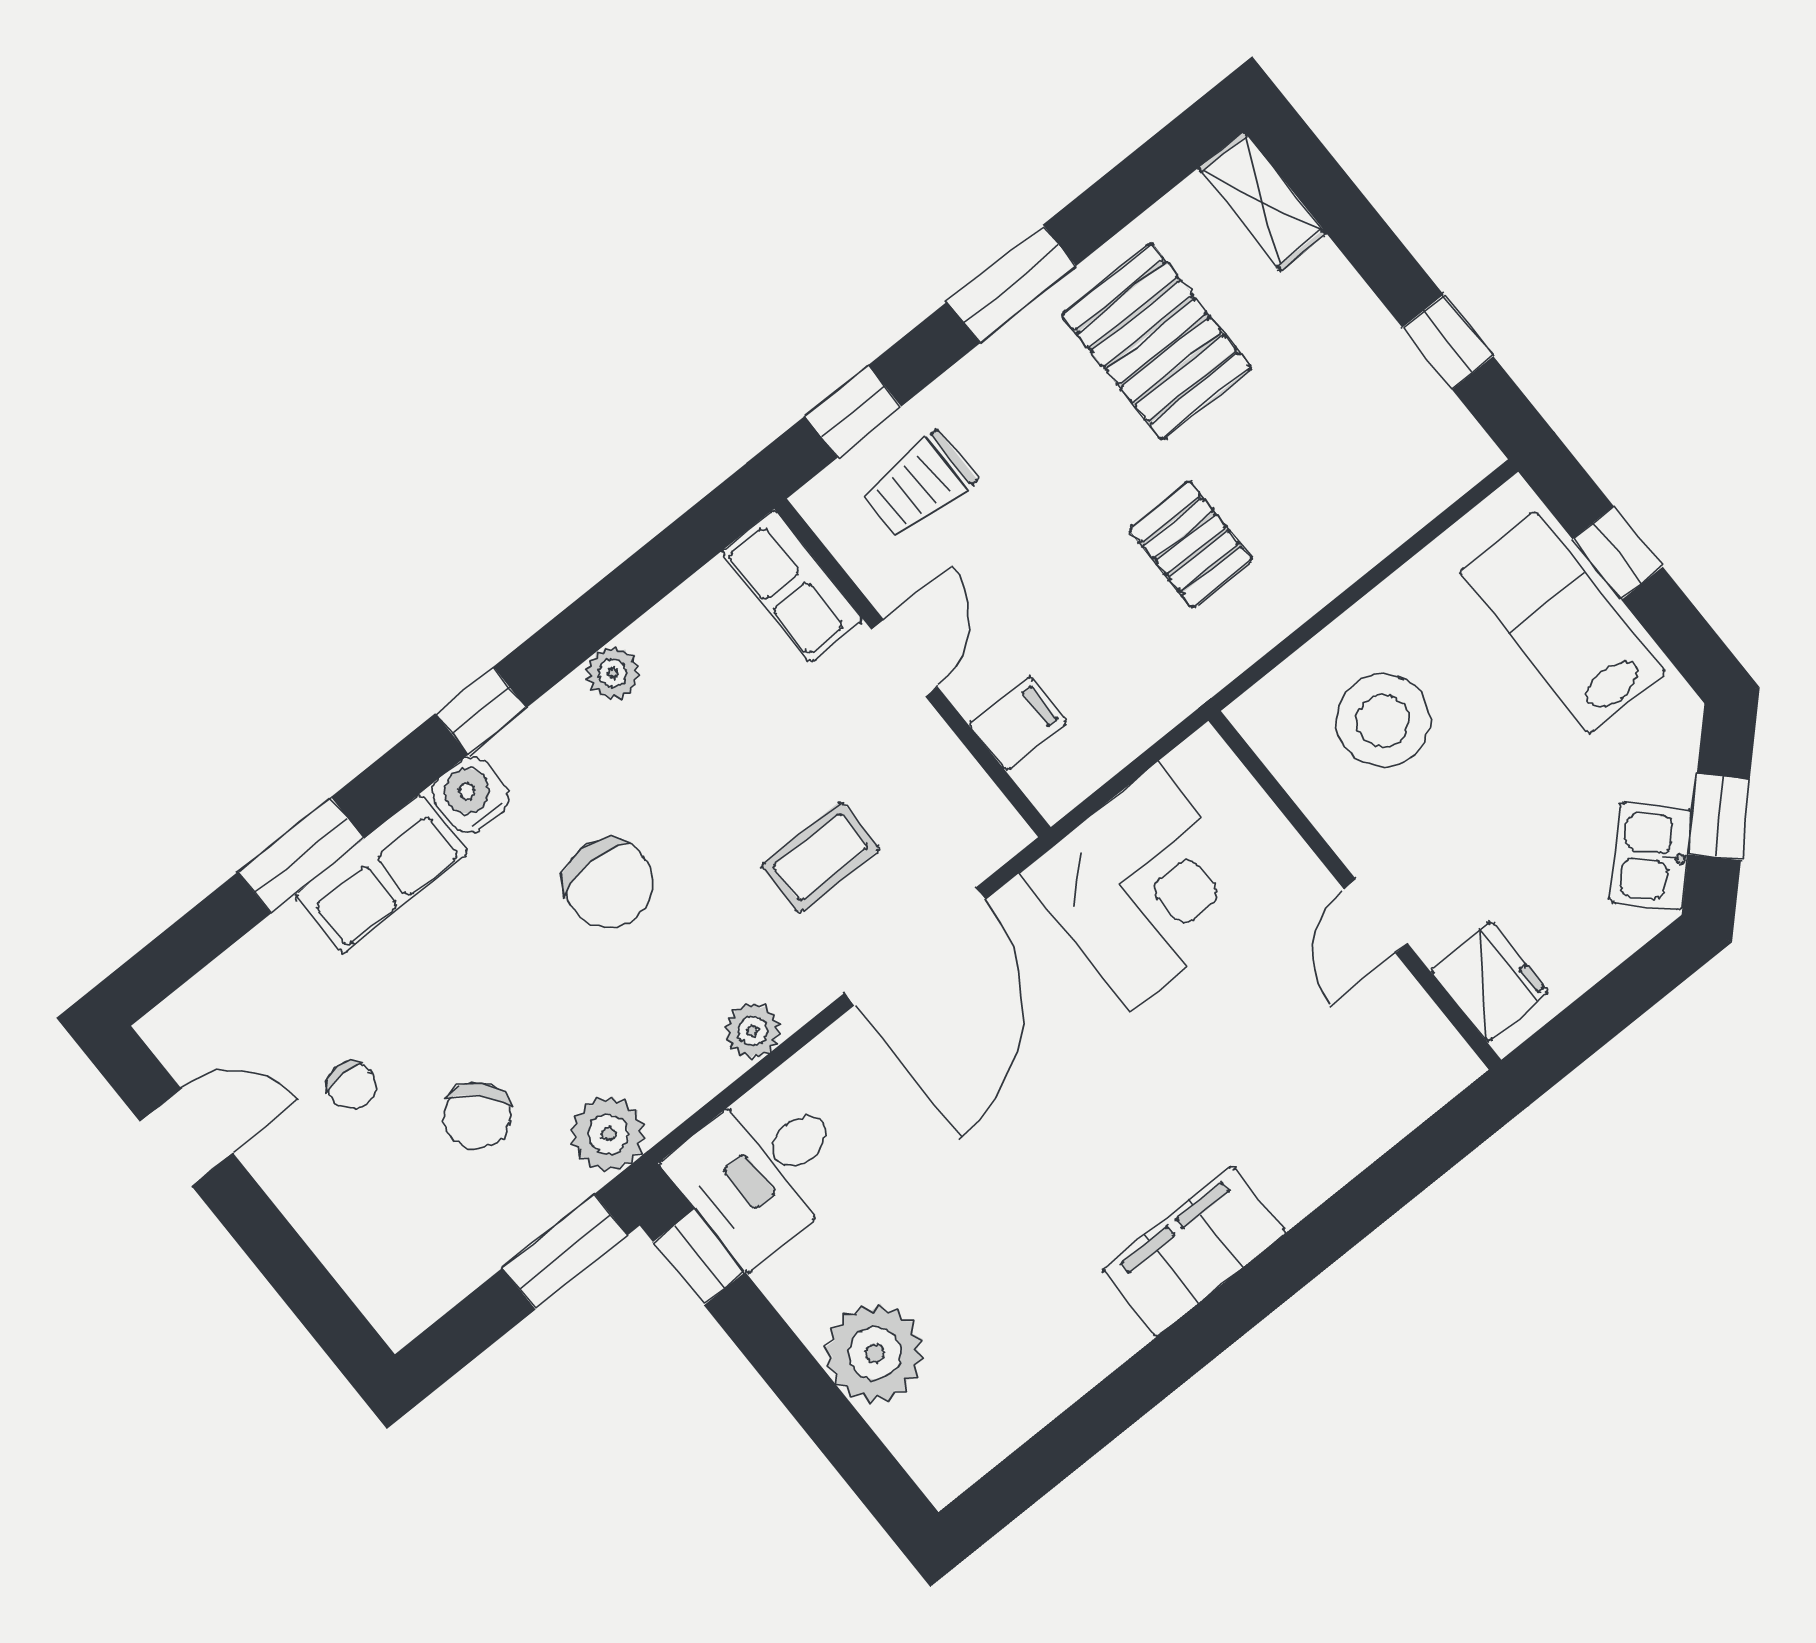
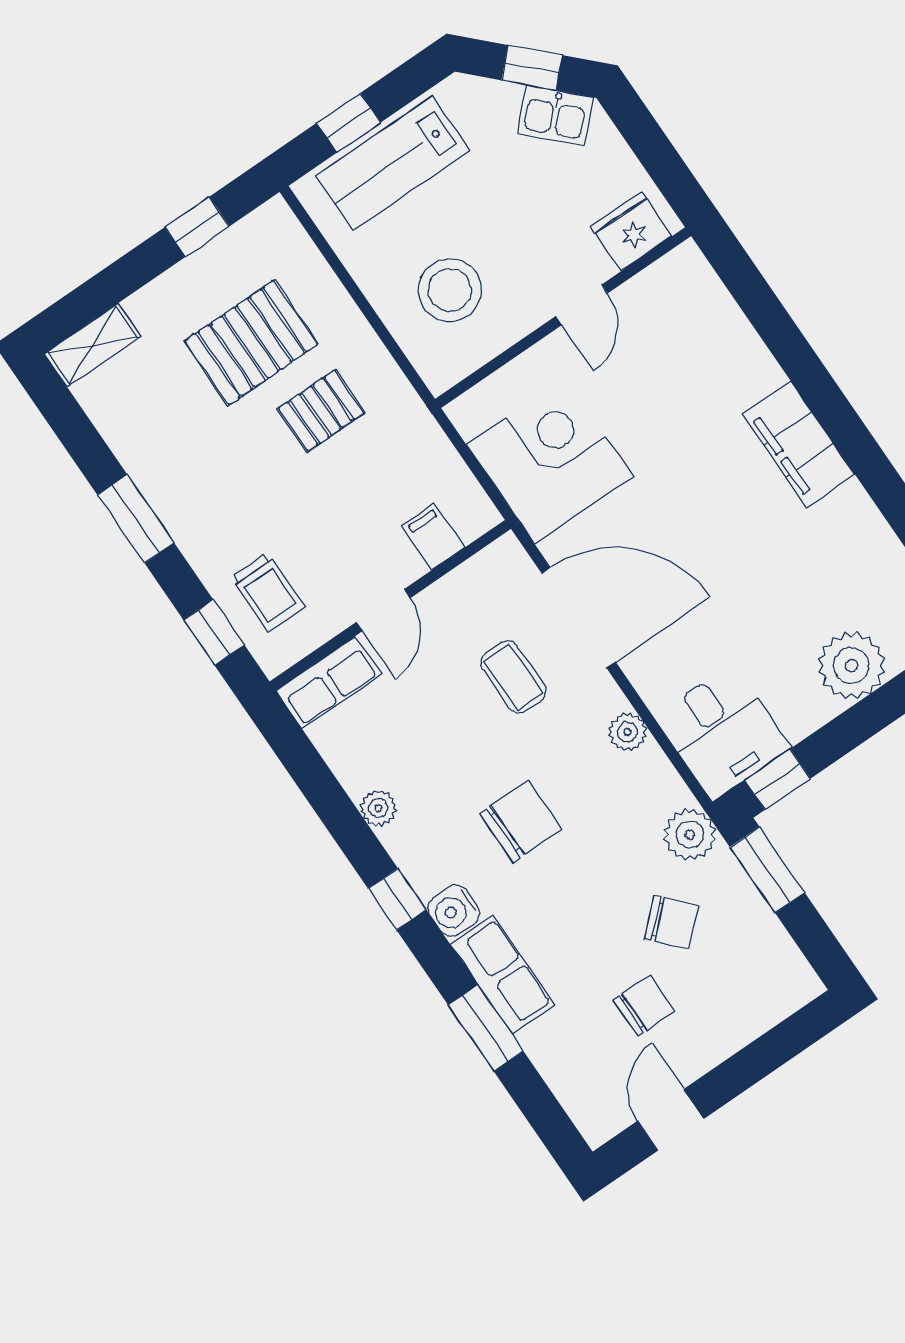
pallet: (1156, 341) -> (251, 343), moved
door: (905, 658) -> (383, 610), swing flipped
door: (1376, 916) -> (582, 305), hinge flipped
chair: (351, 1085) -> (644, 1006), width x1.37, depth x1.37

